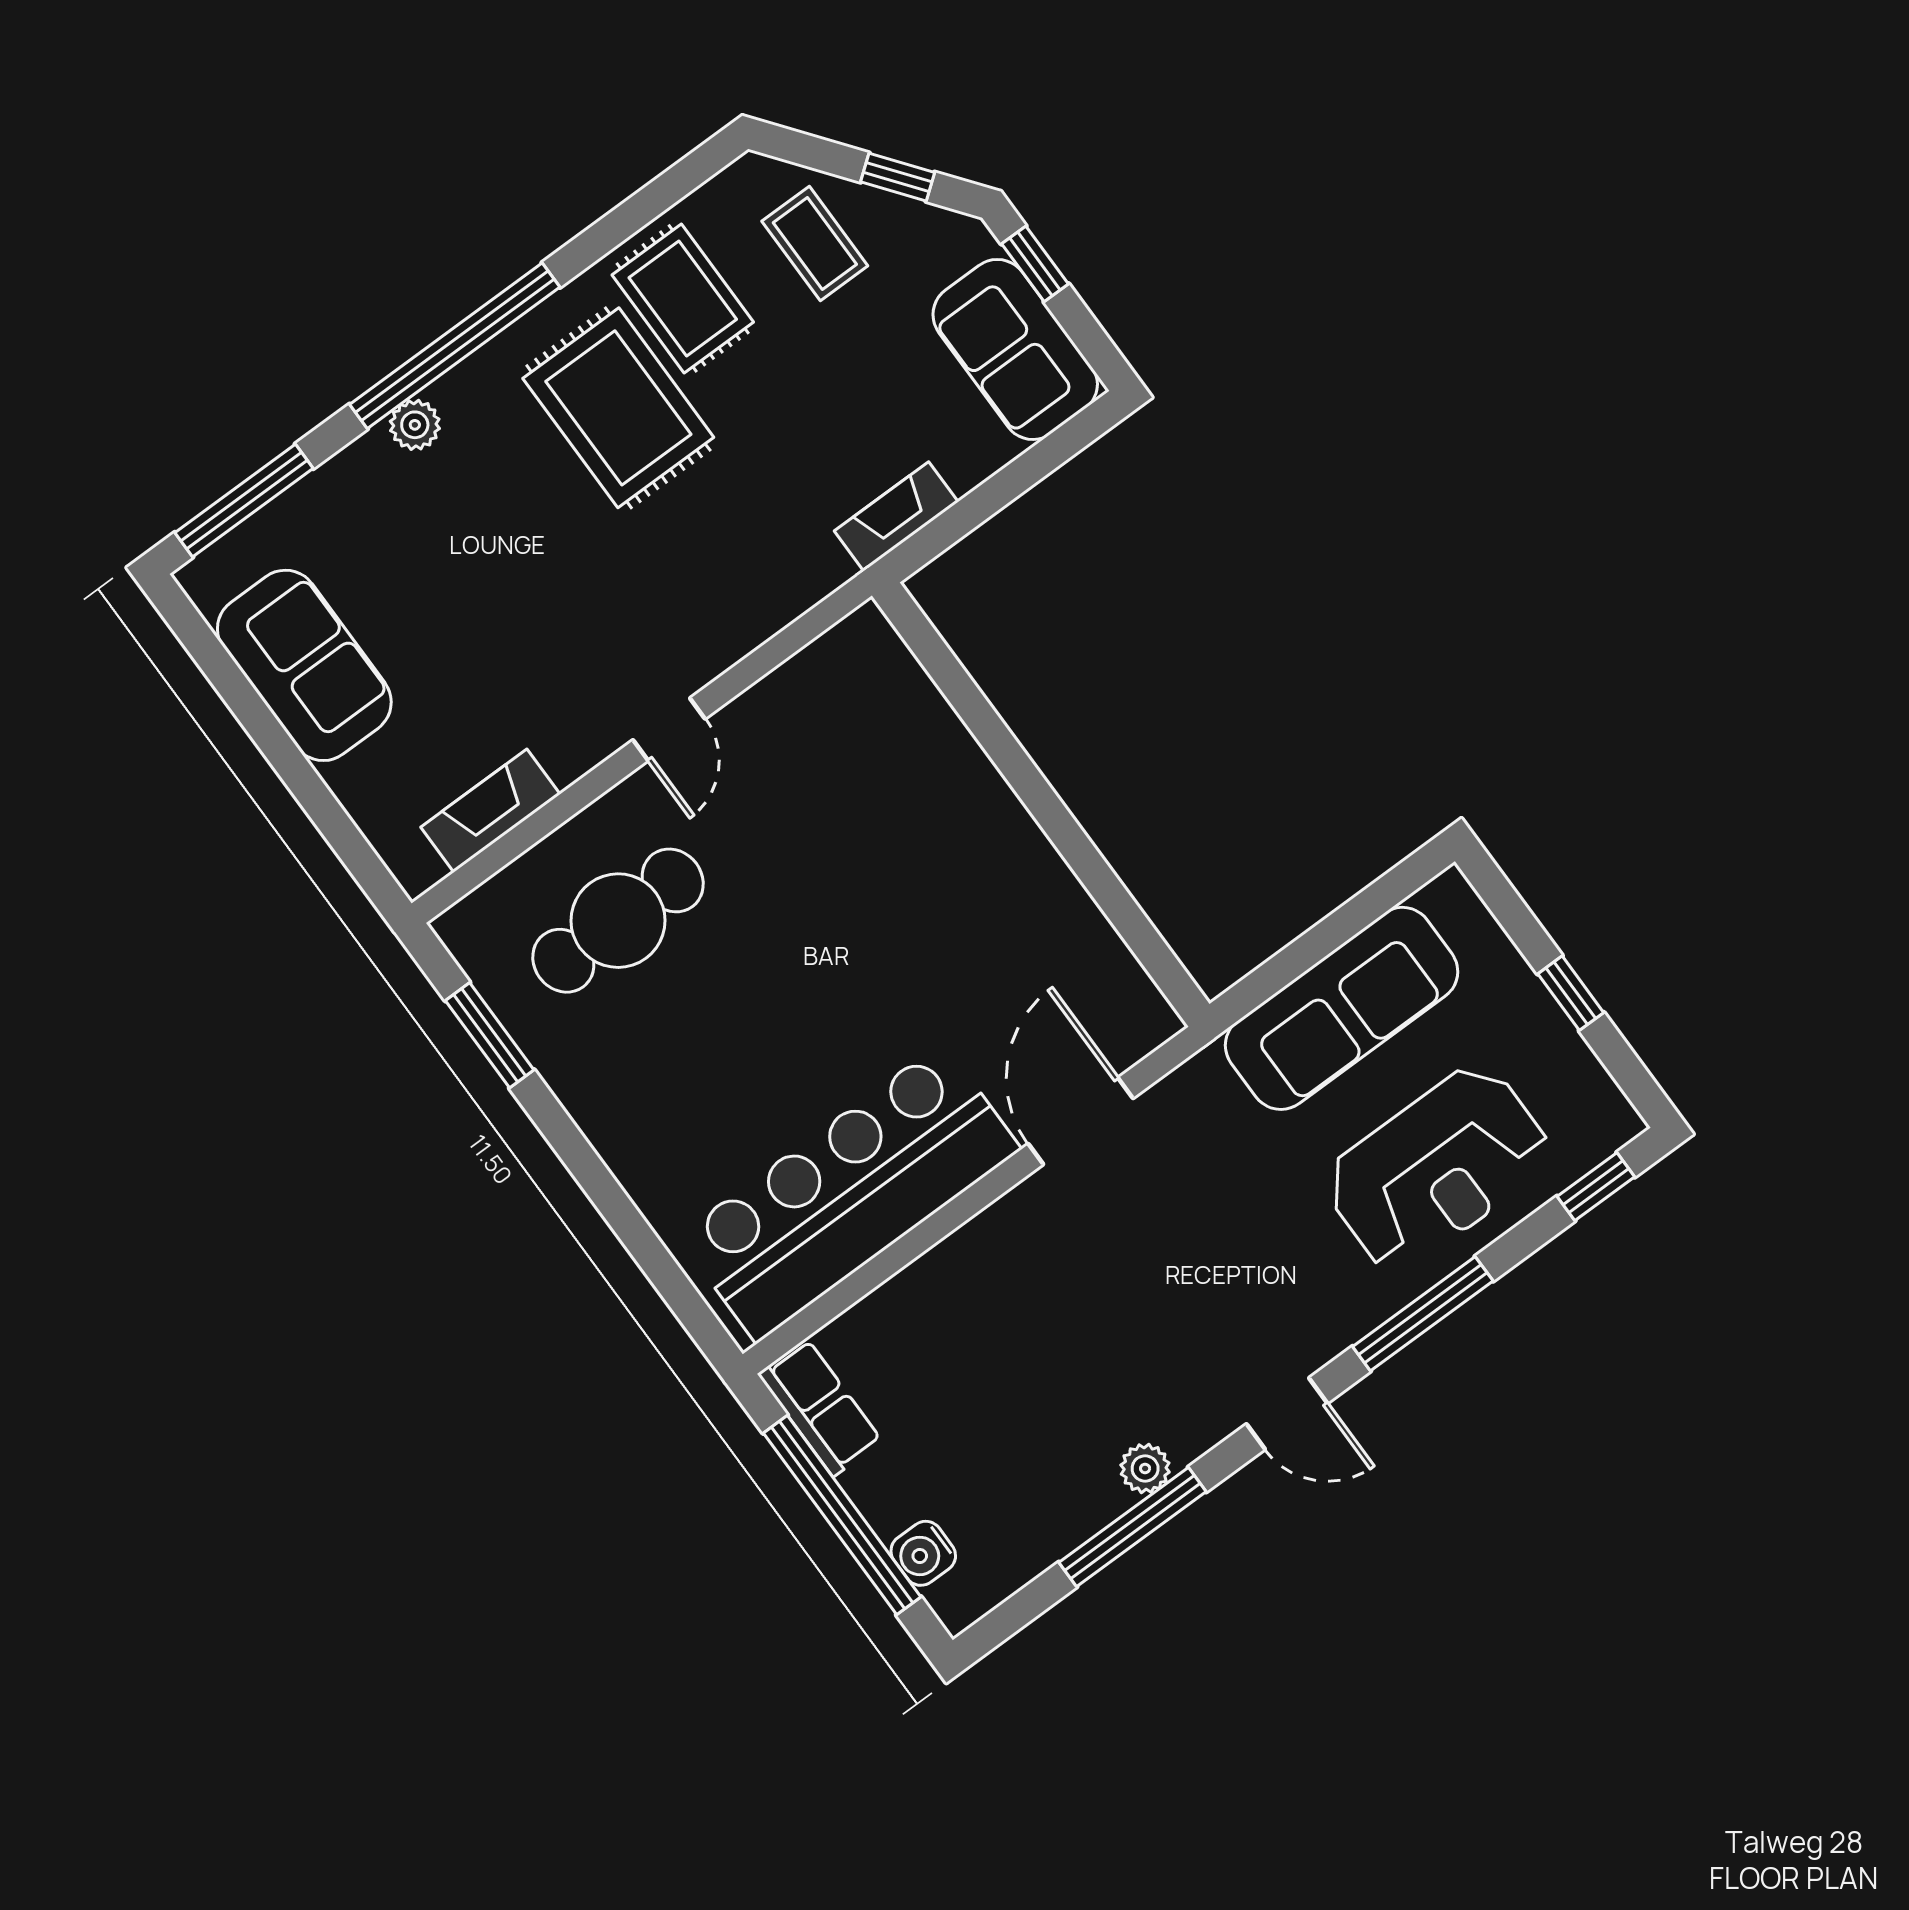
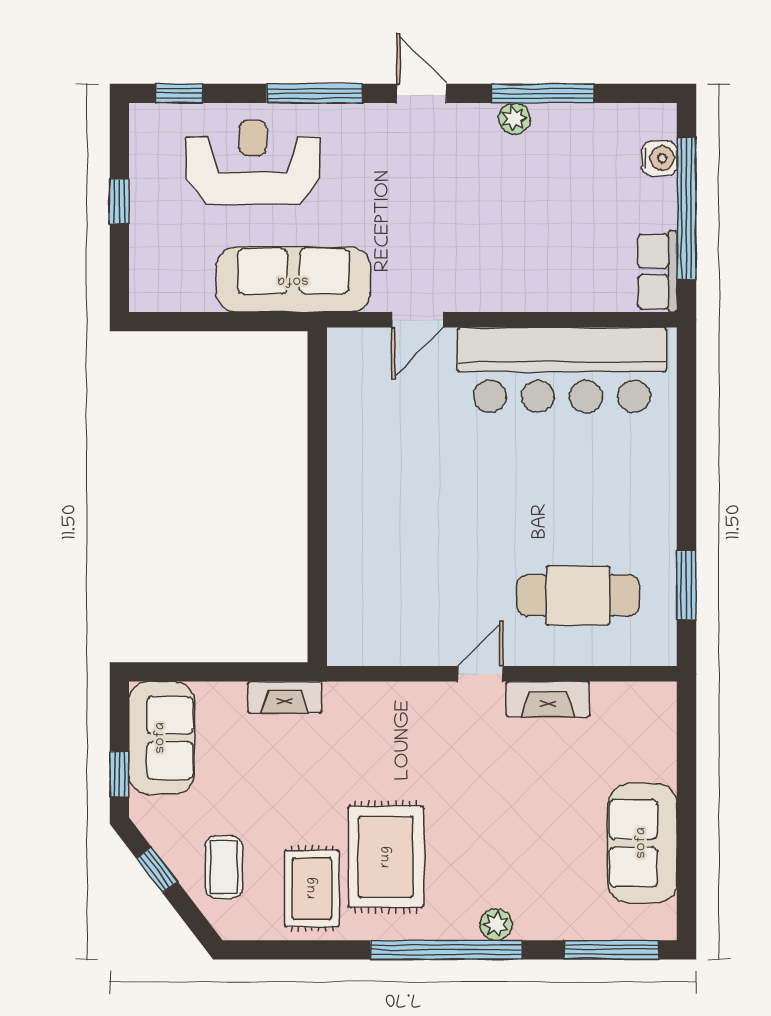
fireplace: (490, 811) -> (548, 699), moved
sofa: (1342, 1008) -> (293, 280), moved
door: (1081, 1121) -> (417, 320), width x0.73

